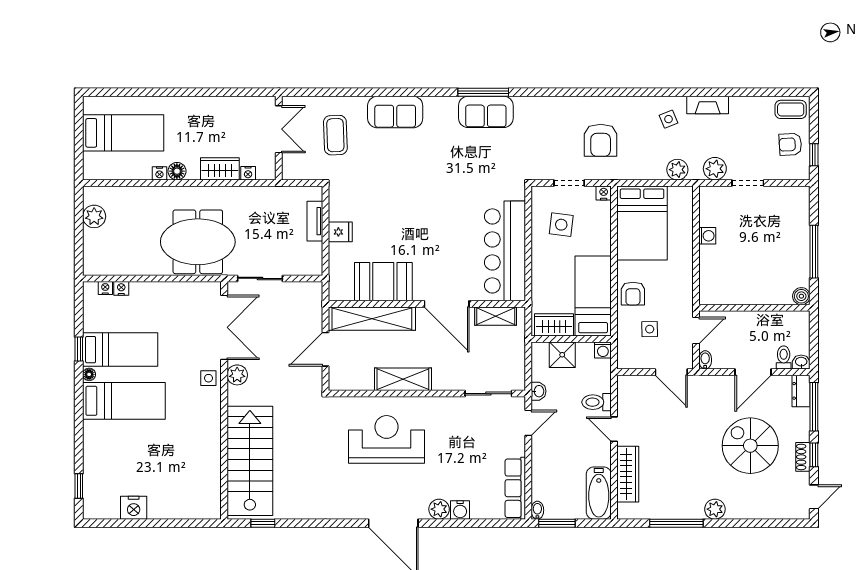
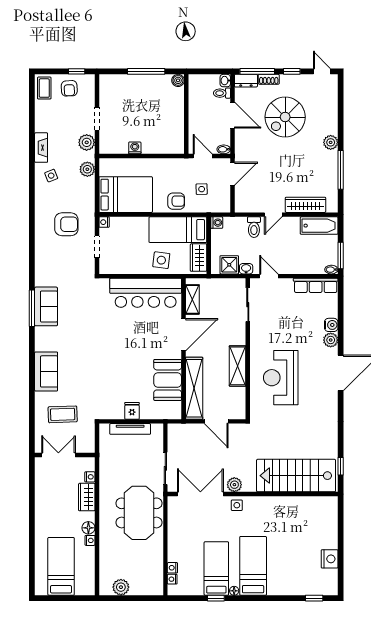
tv unit: (315, 221) -> (130, 429), width x1.41
side table: (561, 225) -> (161, 260), moved
shower: (562, 355) -> (229, 265), moved
shoe rack: (803, 457) -> (269, 79), moved

